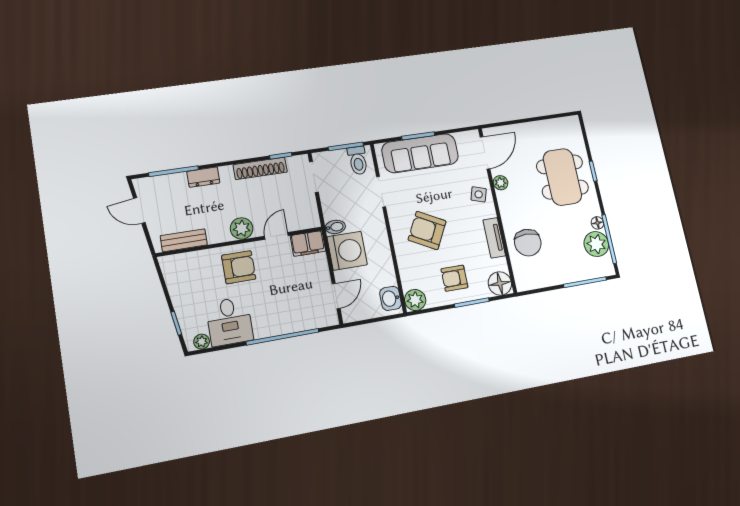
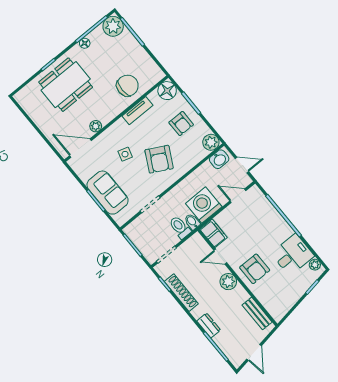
sofa: (420, 153) -> (108, 193), width x0.73
toilet: (358, 160) -> (180, 227), moved, turned -90
side table: (479, 194) -> (125, 154), moved
plant: (596, 244) -> (113, 26), moved
armchair: (239, 267) -> (255, 269), turned 180
door: (370, 321) -> (242, 165), added

